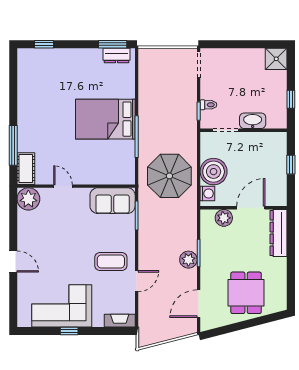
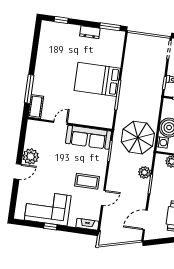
dresser: (117, 56) -> (90, 32), moved
parasol: (169, 176) -> (138, 138), moved
door: (63, 186) -> (60, 123), hinge flipped
plant: (28, 199) -> (31, 156), moved
sofa: (113, 201) -> (89, 137), width x1.36
plant: (188, 260) -> (145, 172), moved
door: (13, 261) -> (18, 171), hinge flipped

